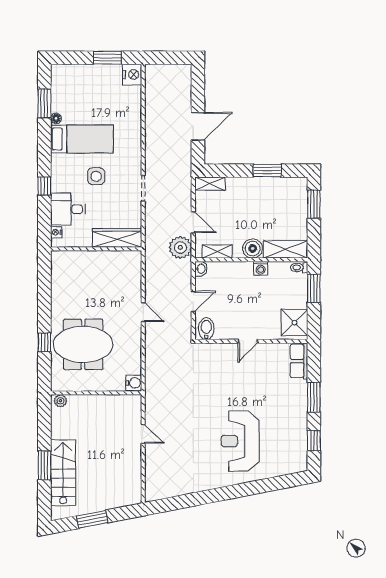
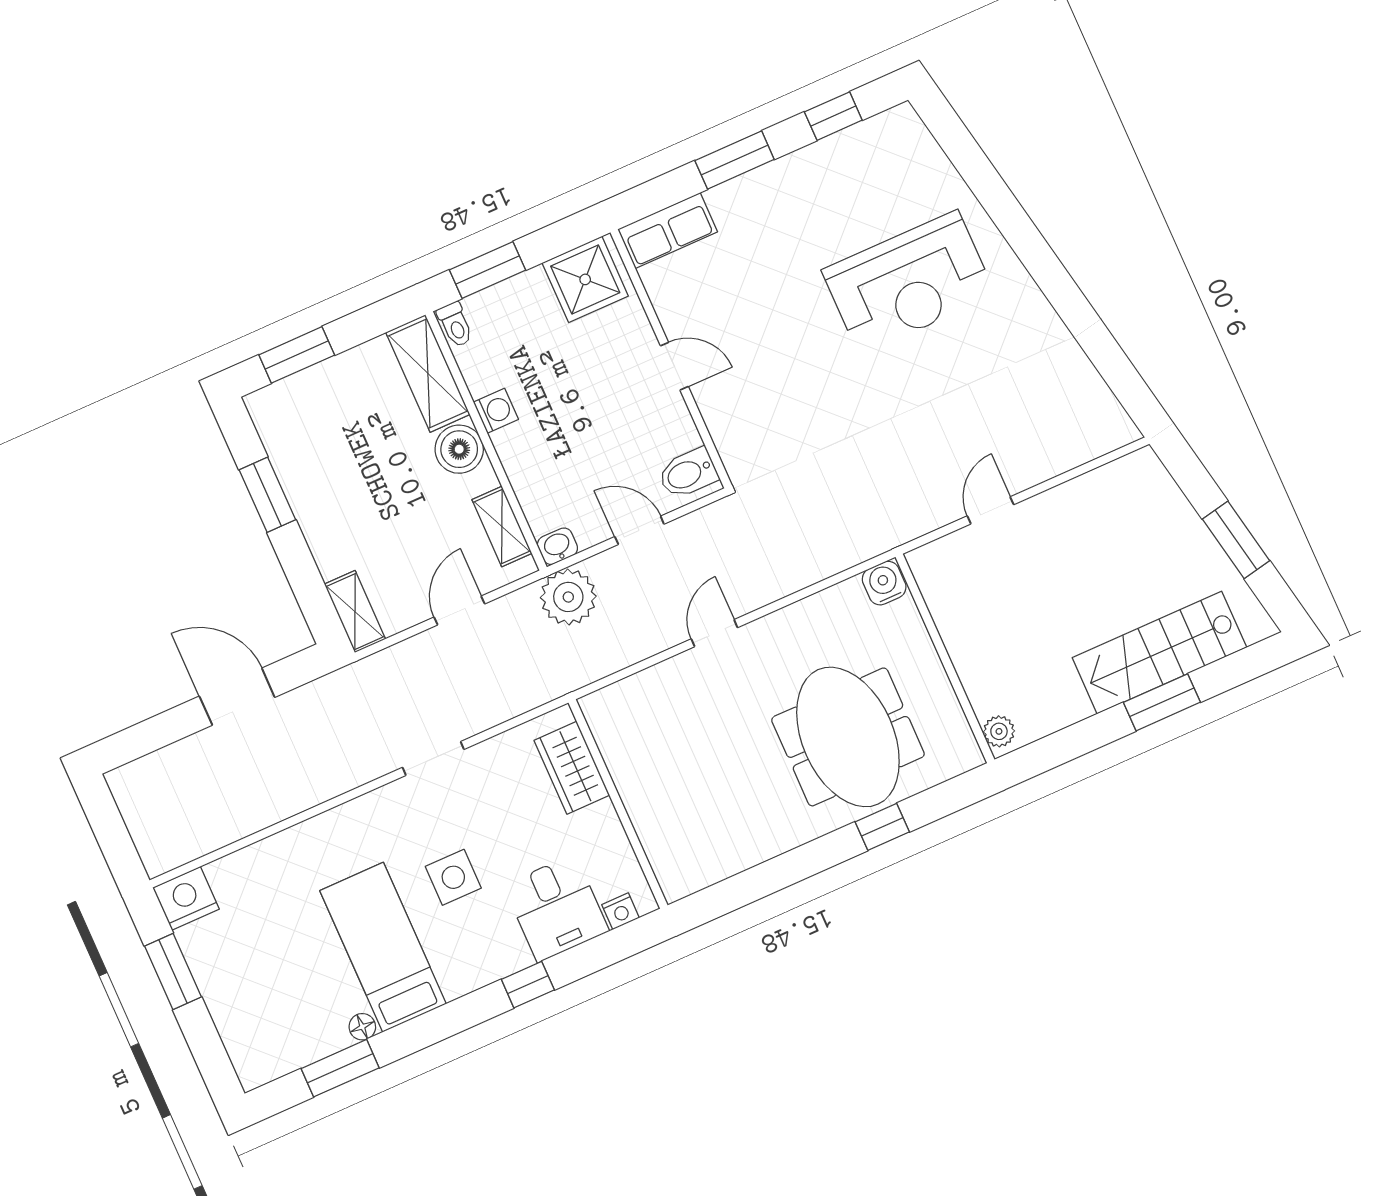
wardrobe: (117, 238) -> (572, 768), width x0.67
plant: (180, 247) -> (568, 597), moved

